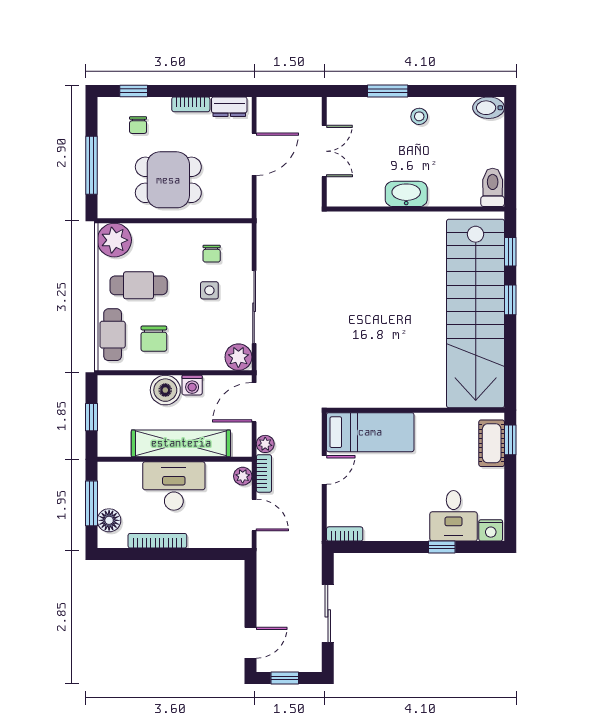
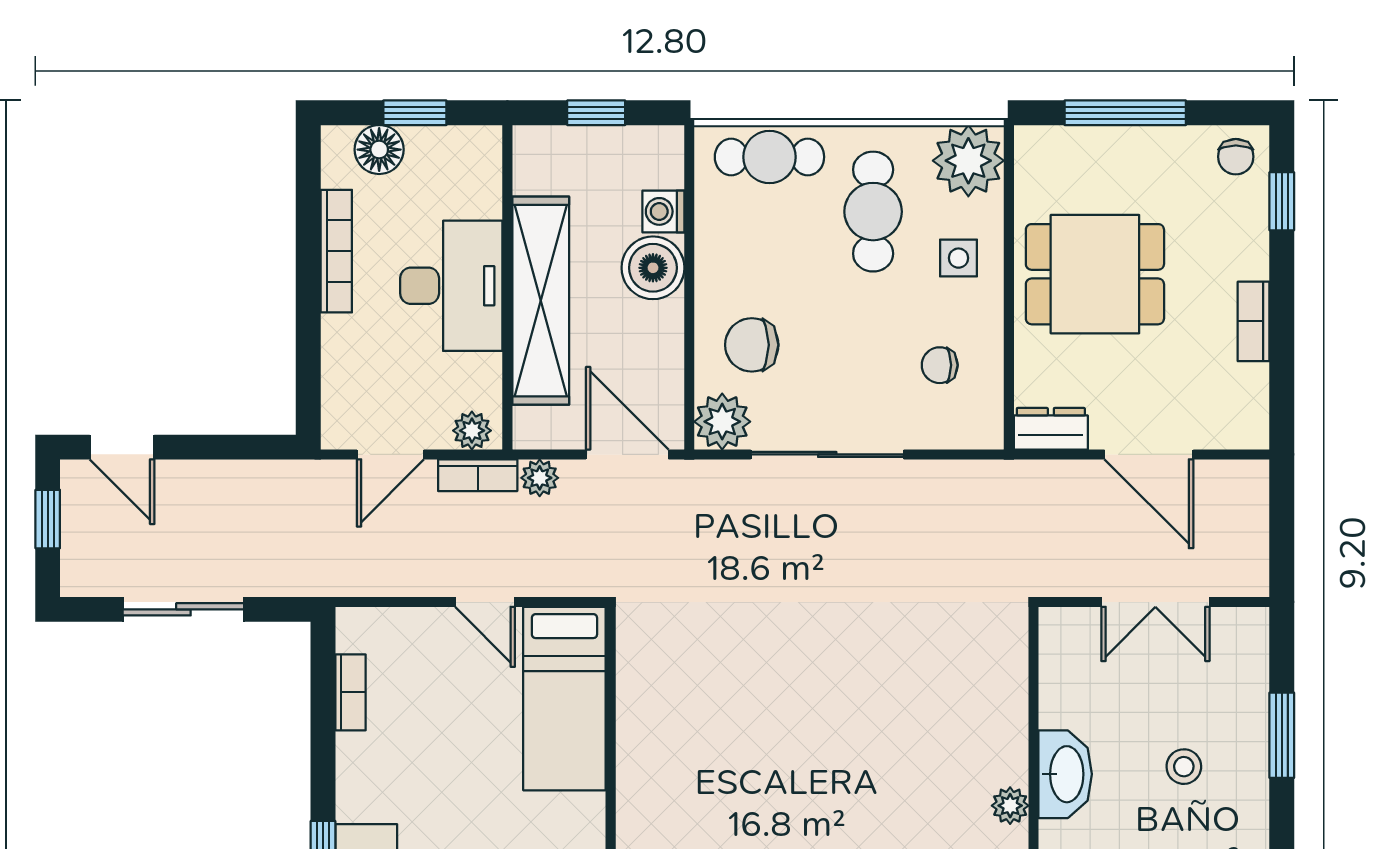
dresser: (229, 107) -> (1051, 429), moved, turned 90
stool: (419, 116) -> (1184, 767), moved
chair: (138, 125) -> (1236, 157), moved, turned -90
dining table: (168, 180) -> (1095, 274), turned 90
plant: (421, 220) -> (1010, 806), added
side table: (209, 290) -> (958, 258), moved
chair: (154, 339) -> (752, 345), moved
washing machine: (192, 385) -> (663, 211), moved
window: (92, 503) -> (415, 113), width x0.67
bookcase: (345, 534) -> (350, 692), moved

